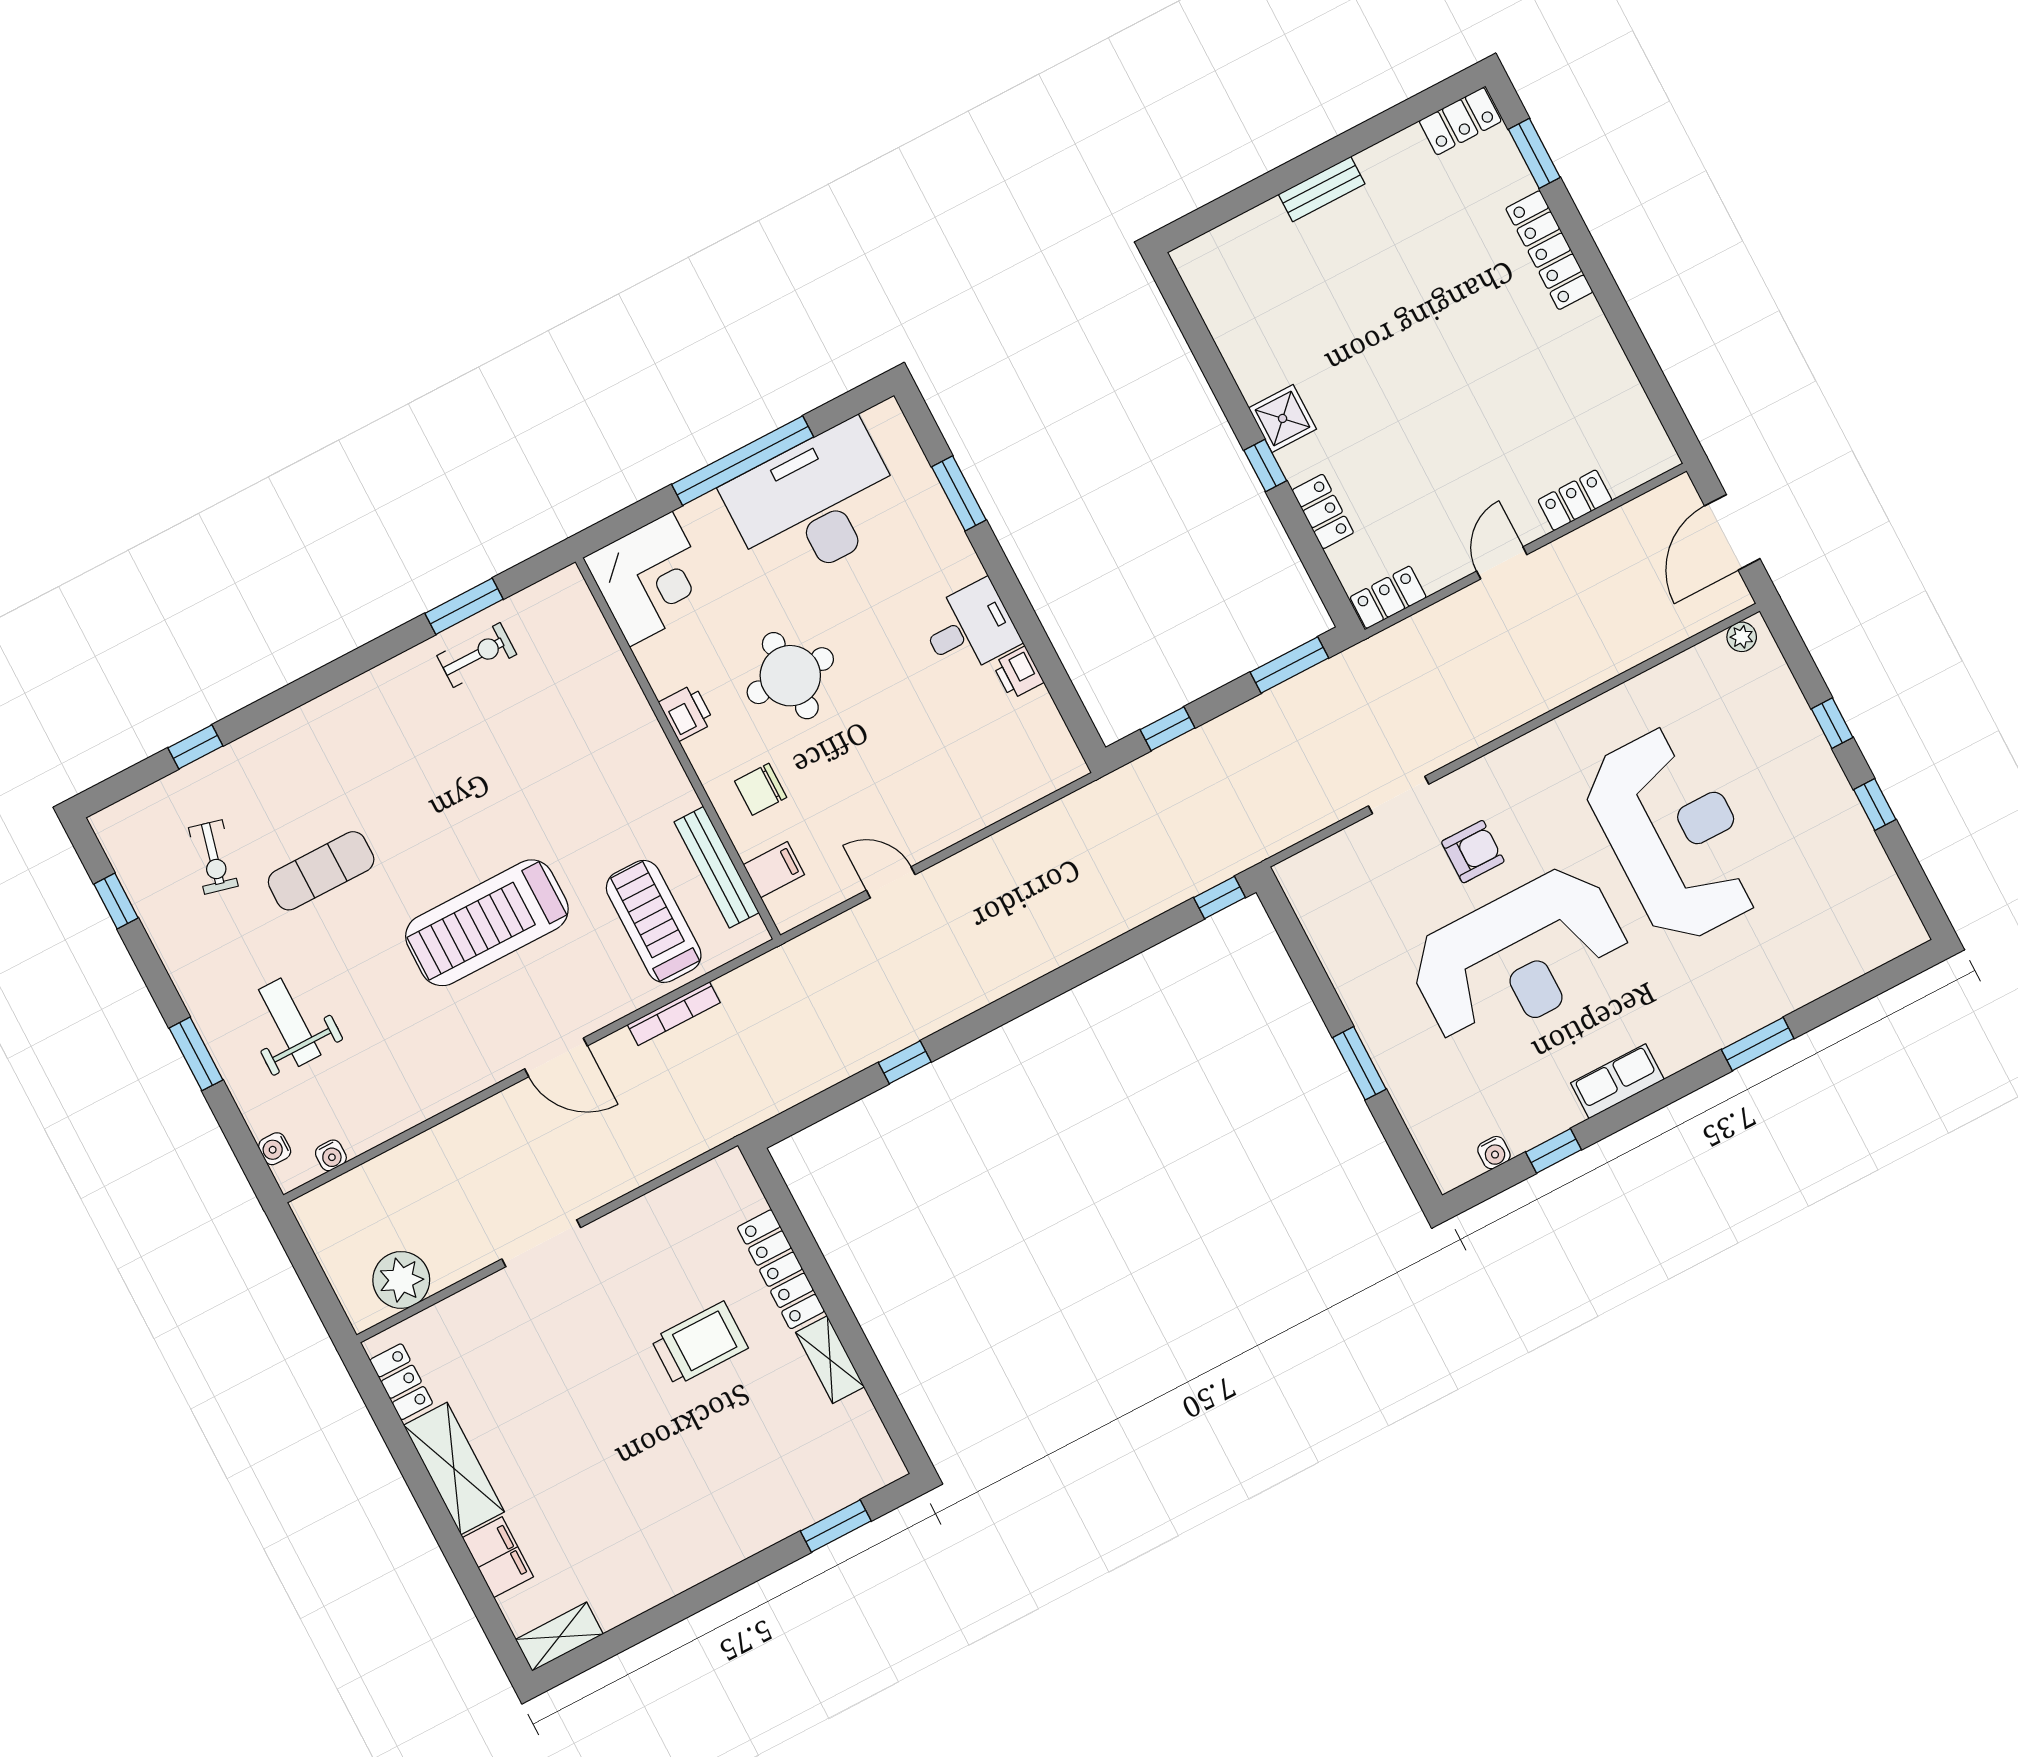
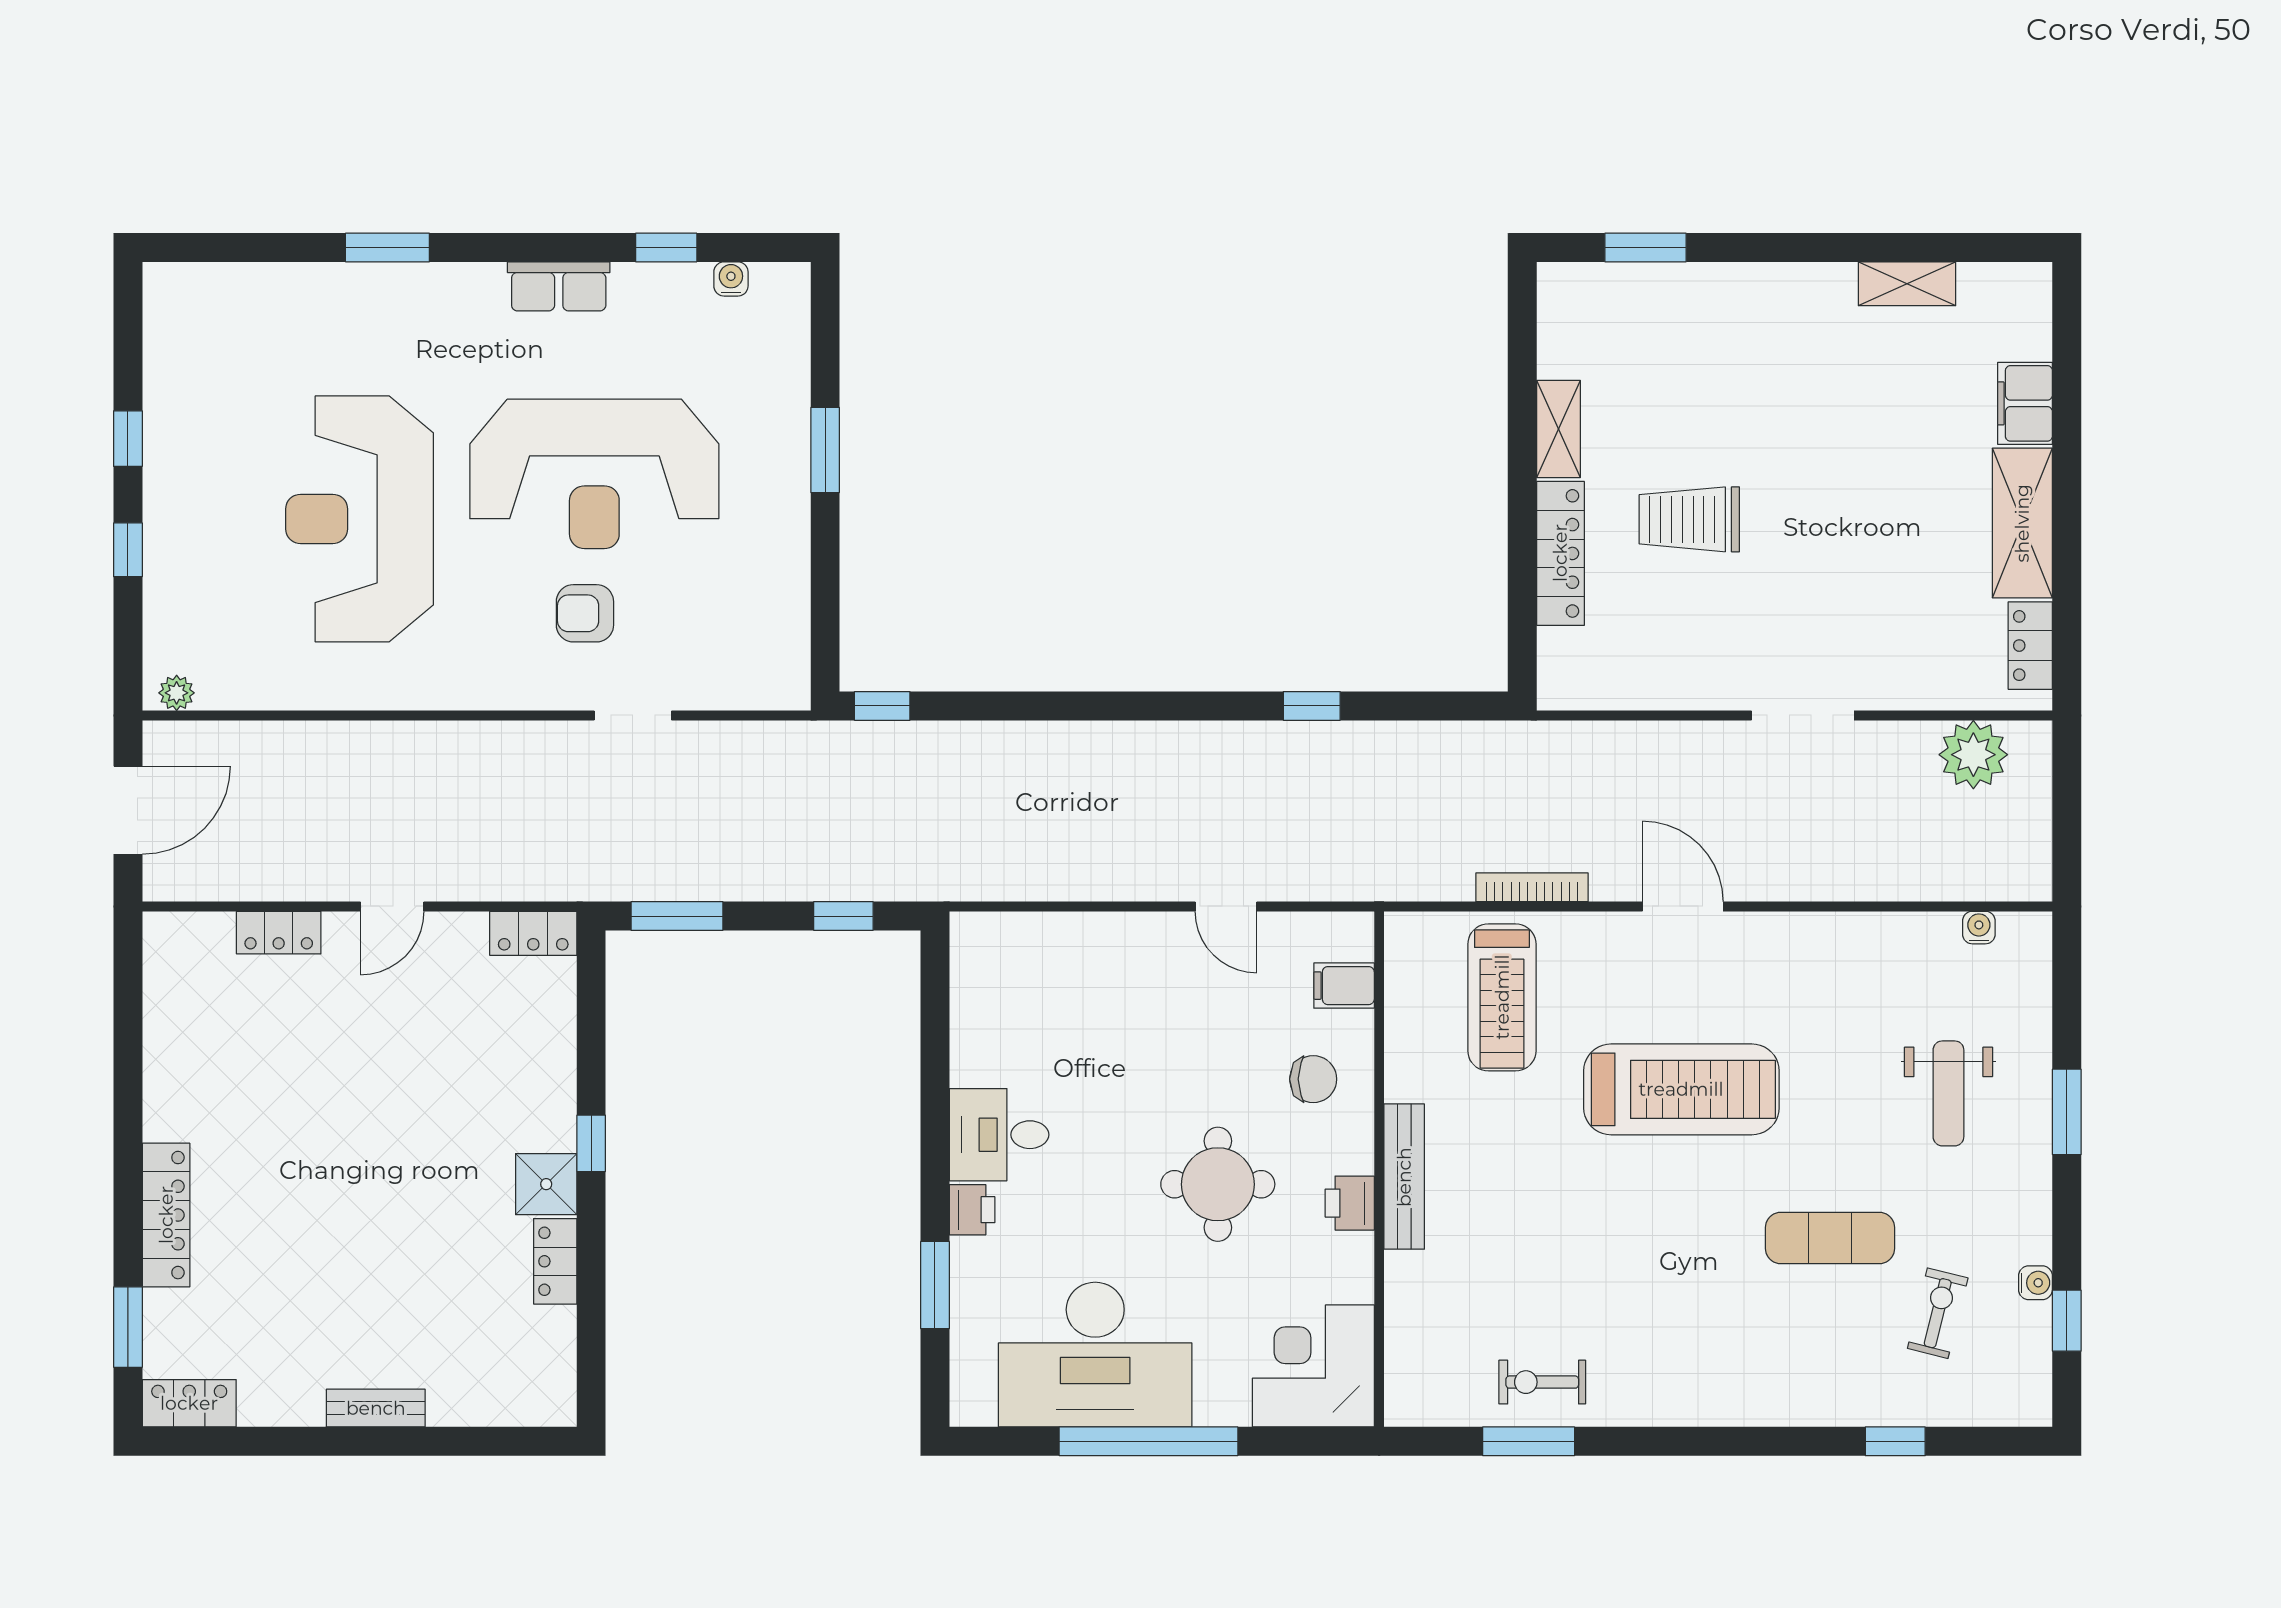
locker: (1323, 511) -> (555, 1261), moved
printer: (1018, 673) -> (972, 1210), moved
bench: (717, 867) -> (1404, 1177), moved
reception desk: (1519, 957) -> (594, 474), turned 180
water cooler: (275, 1149) -> (2035, 1283), moved
shelving: (559, 1637) -> (1907, 284), moved

